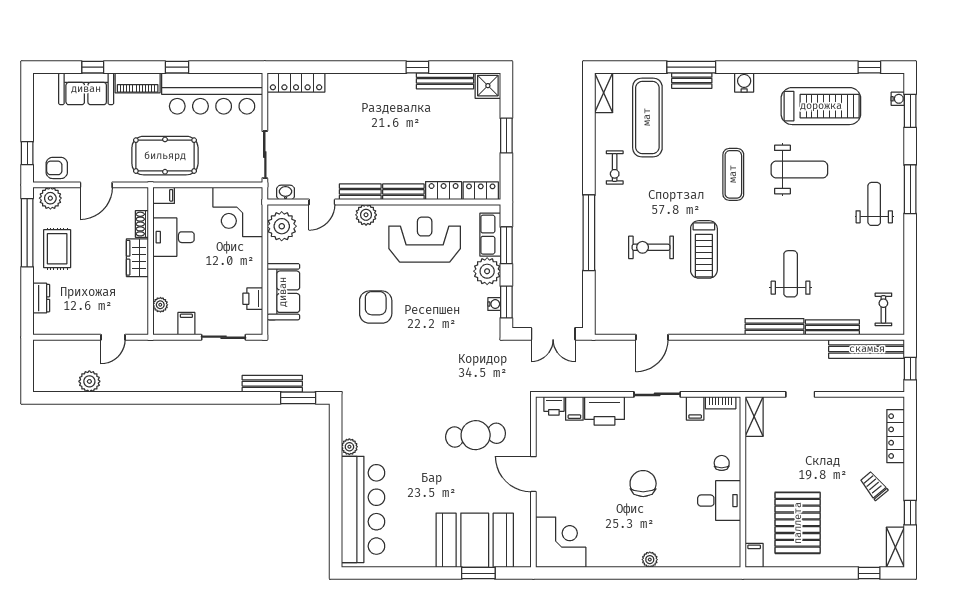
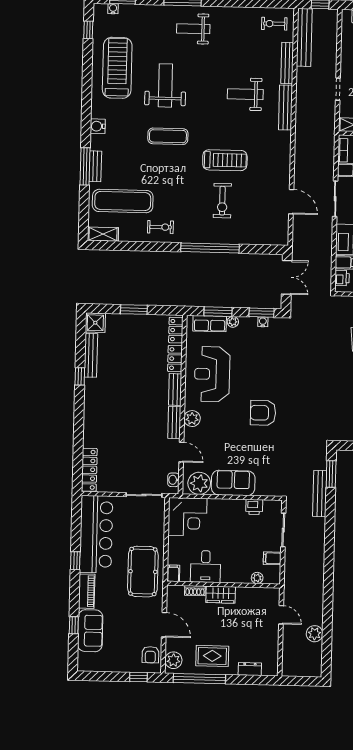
plant: (487, 271) -> (233, 322), width x0.53, depth x0.53
sofa: (283, 292) -> (233, 483), moved

